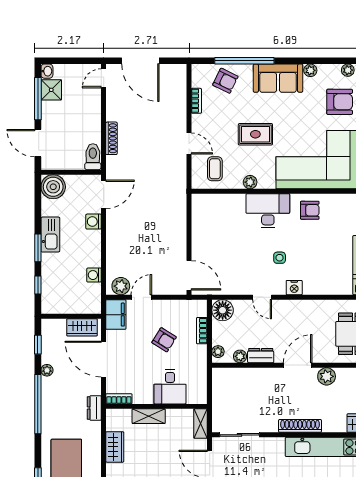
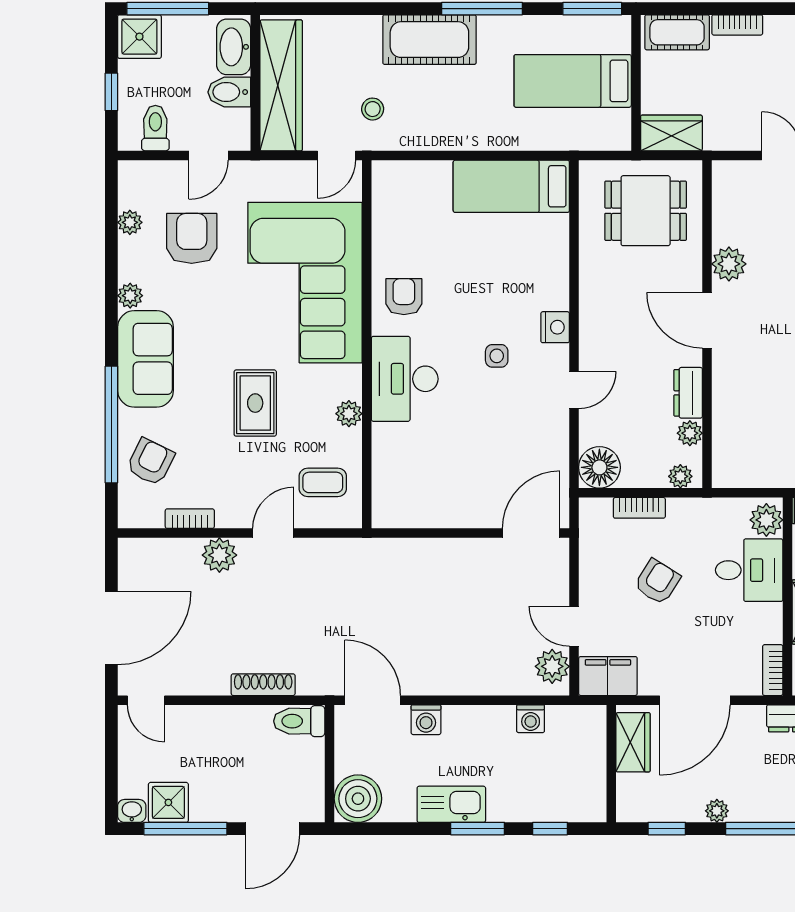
plant: (178, 116) -> (219, 555), added
plant: (196, 396) -> (766, 520), added

